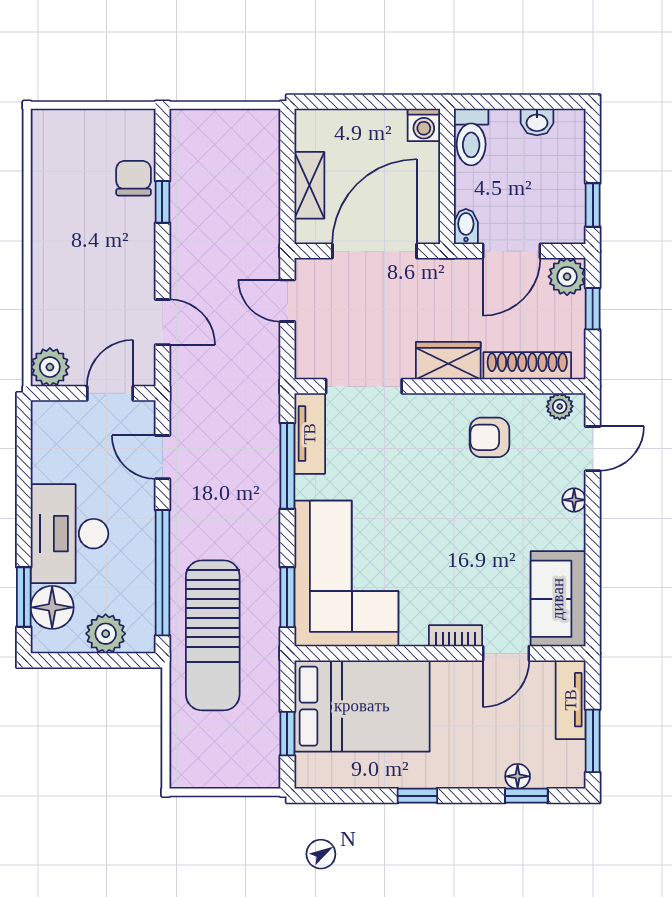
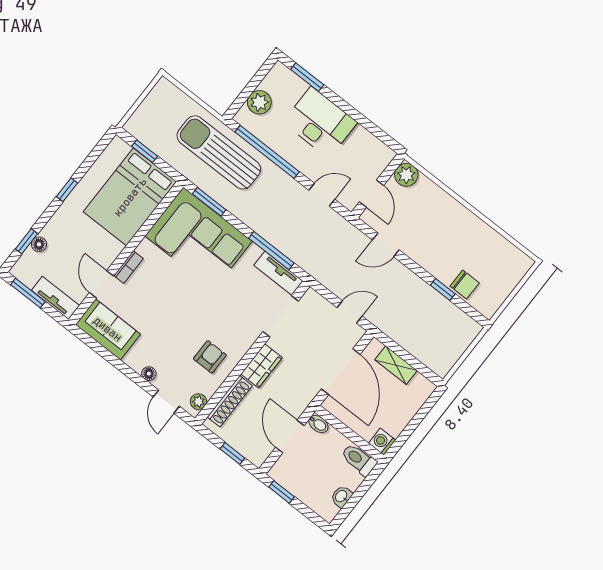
plant: (567, 277) -> (257, 453), removed
floor lamp: (52, 607) -> (292, 87), removed

